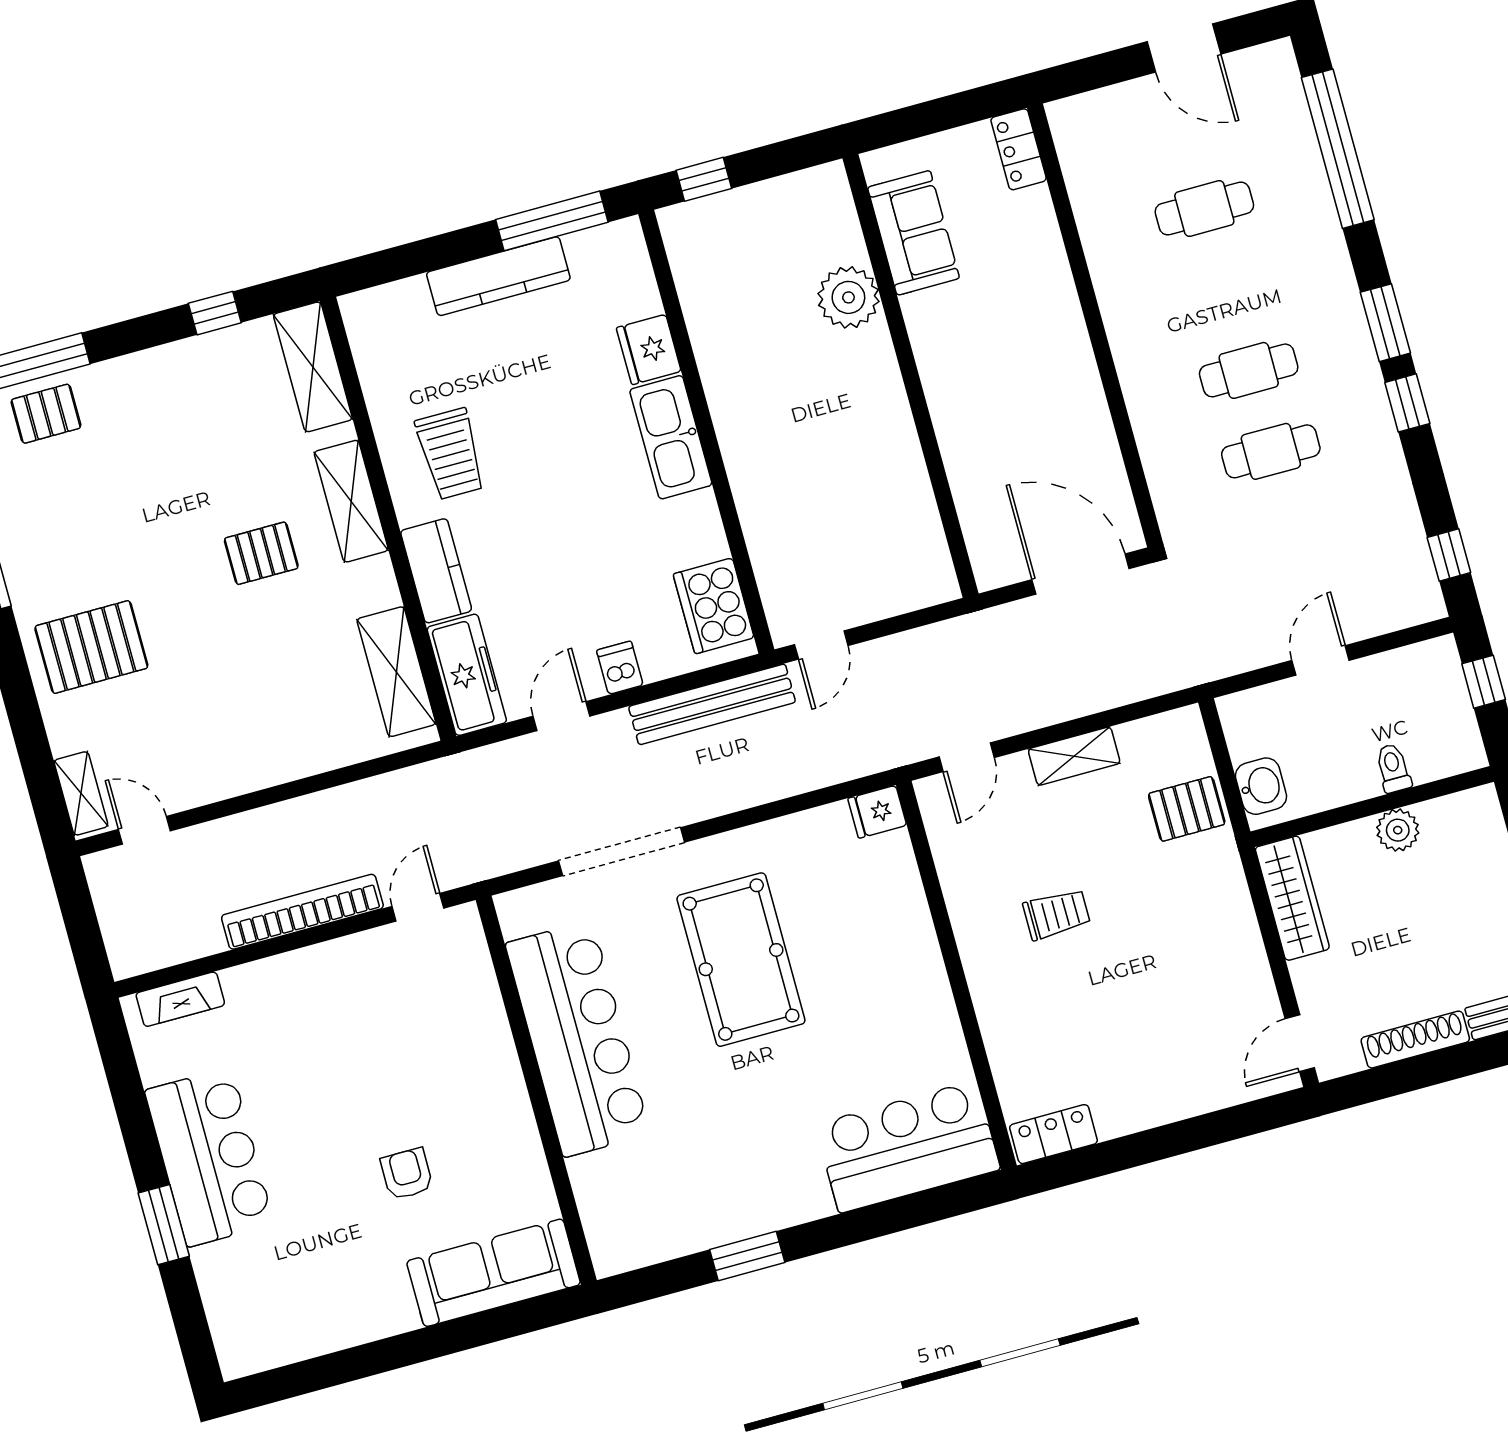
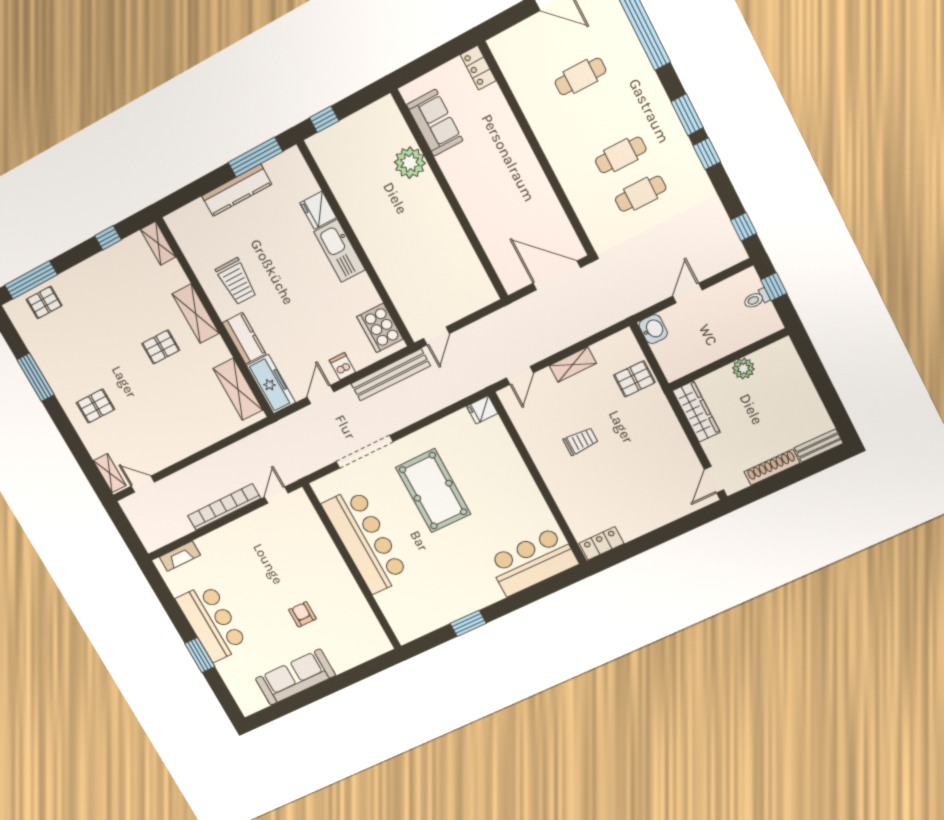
shelving: (313, 367) -> (158, 243), width x0.67, depth x0.75
pallet: (91, 647) -> (96, 406), width x0.67, depth x0.71
toilet: (1393, 768) -> (756, 299), moved, turned -90
washbasin: (1261, 786) -> (653, 329), moved
sofa: (494, 1273) -> (295, 677), moved

